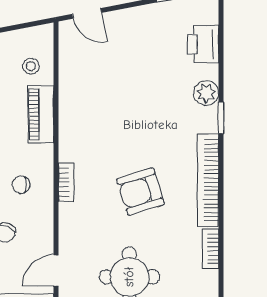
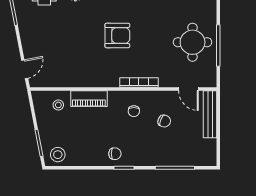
bookcase: (66, 182) -> (139, 83), width x1.56
armchair: (141, 191) -> (117, 35), moved, turned -73

